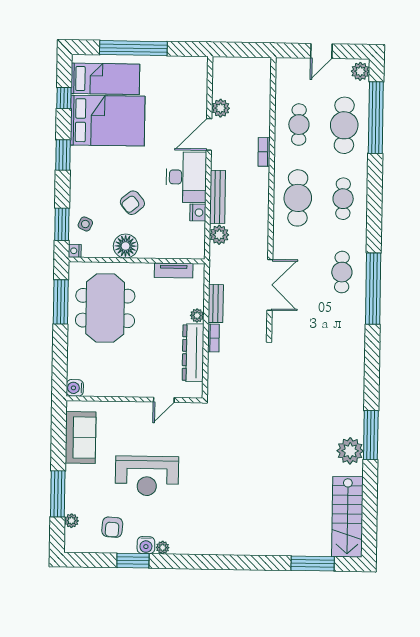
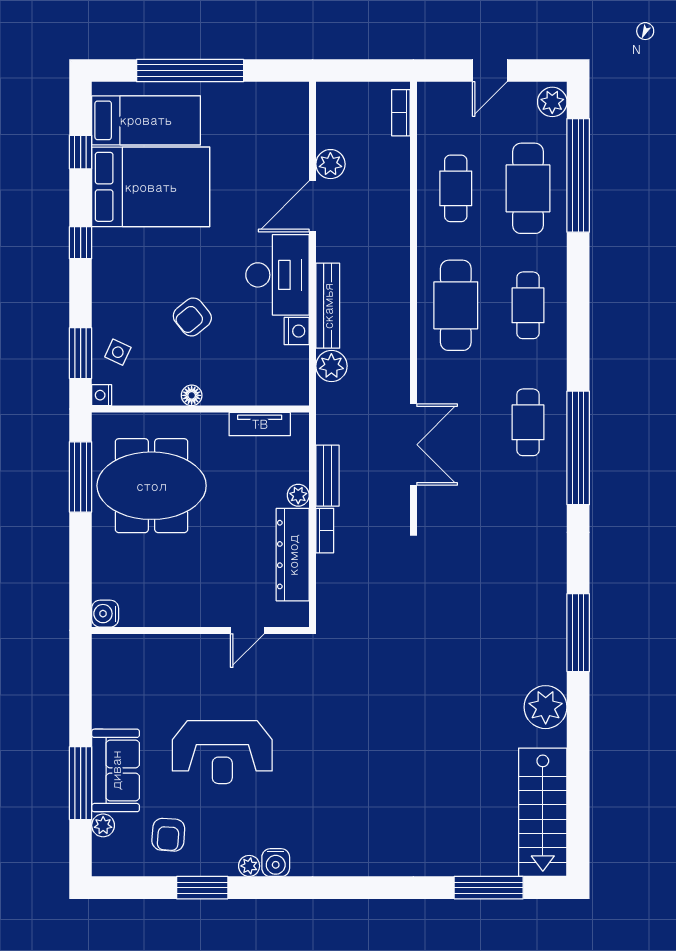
bookcase: (264, 152) -> (401, 113), moved
window: (63, 155) -> (81, 243), width x0.67
floor lamp: (126, 246) -> (192, 395), width x0.53, depth x0.53
meeting table: (105, 308) -> (152, 486), turned 90
window: (371, 435) -> (578, 633), moved
sofa: (81, 438) -> (116, 770), moved
water cooler: (146, 545) -> (276, 863), moved

